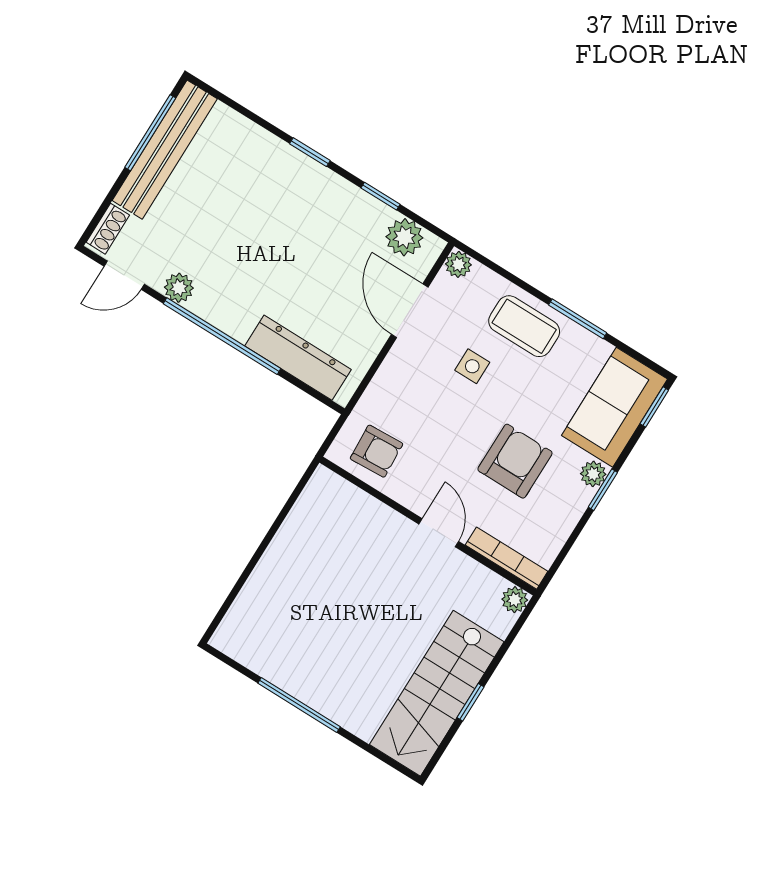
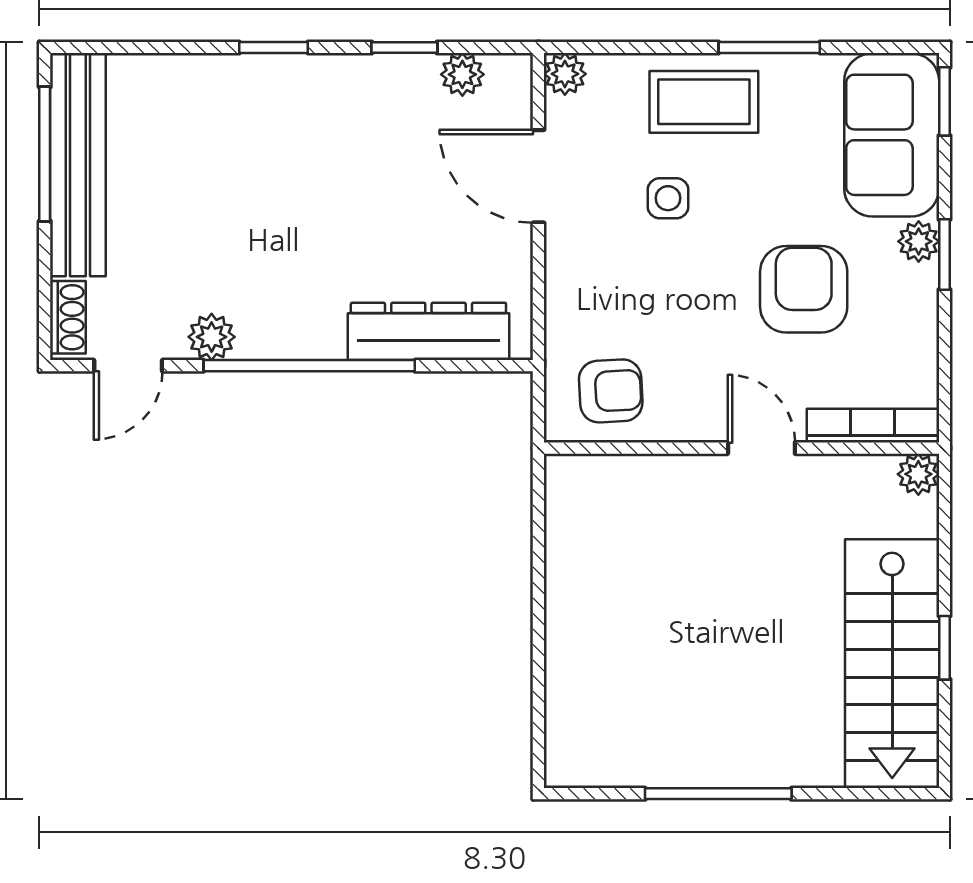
plant: (404, 237) -> (462, 74), width x0.73, depth x0.73

